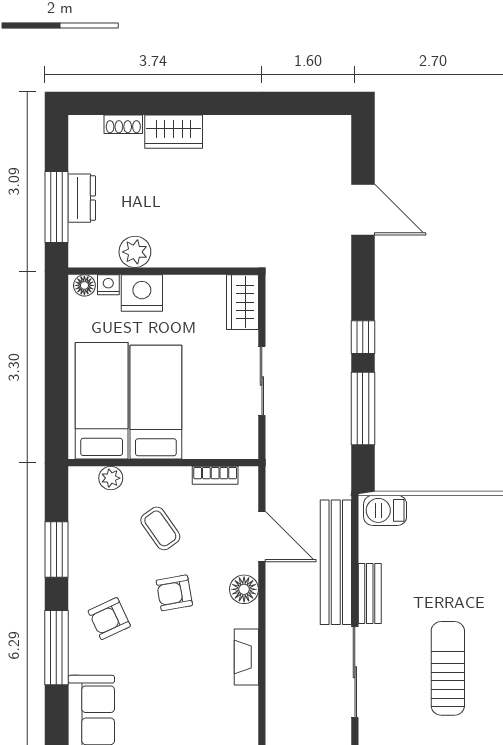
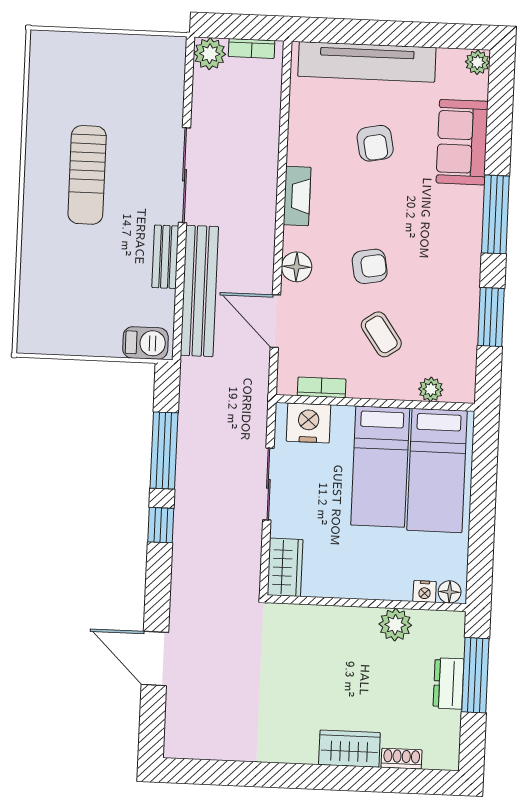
nightstand: (142, 293) -> (309, 423), moved, turned 180
armchair: (109, 619) -> (375, 143), moved, turned 104

